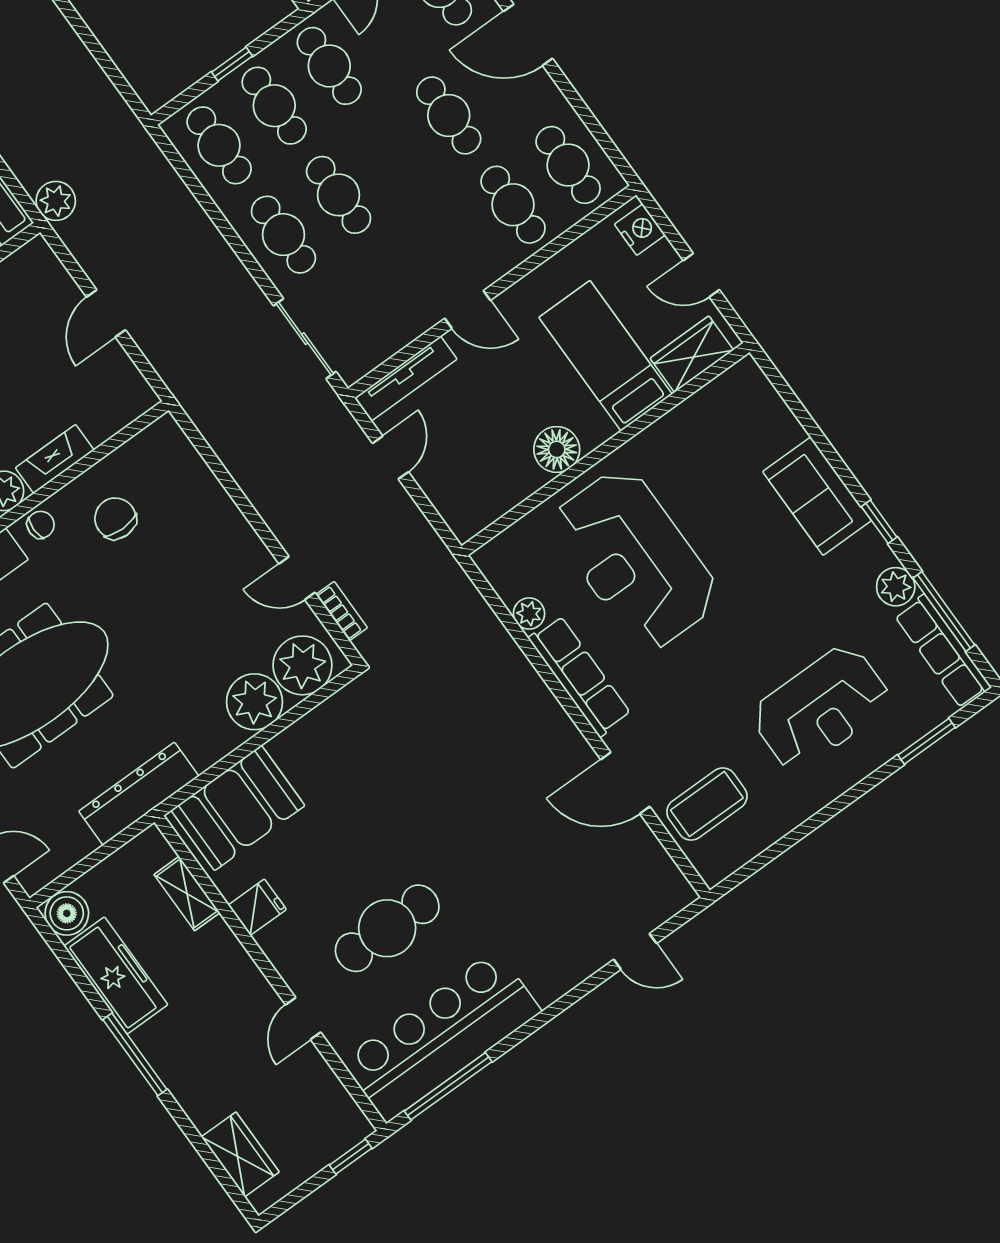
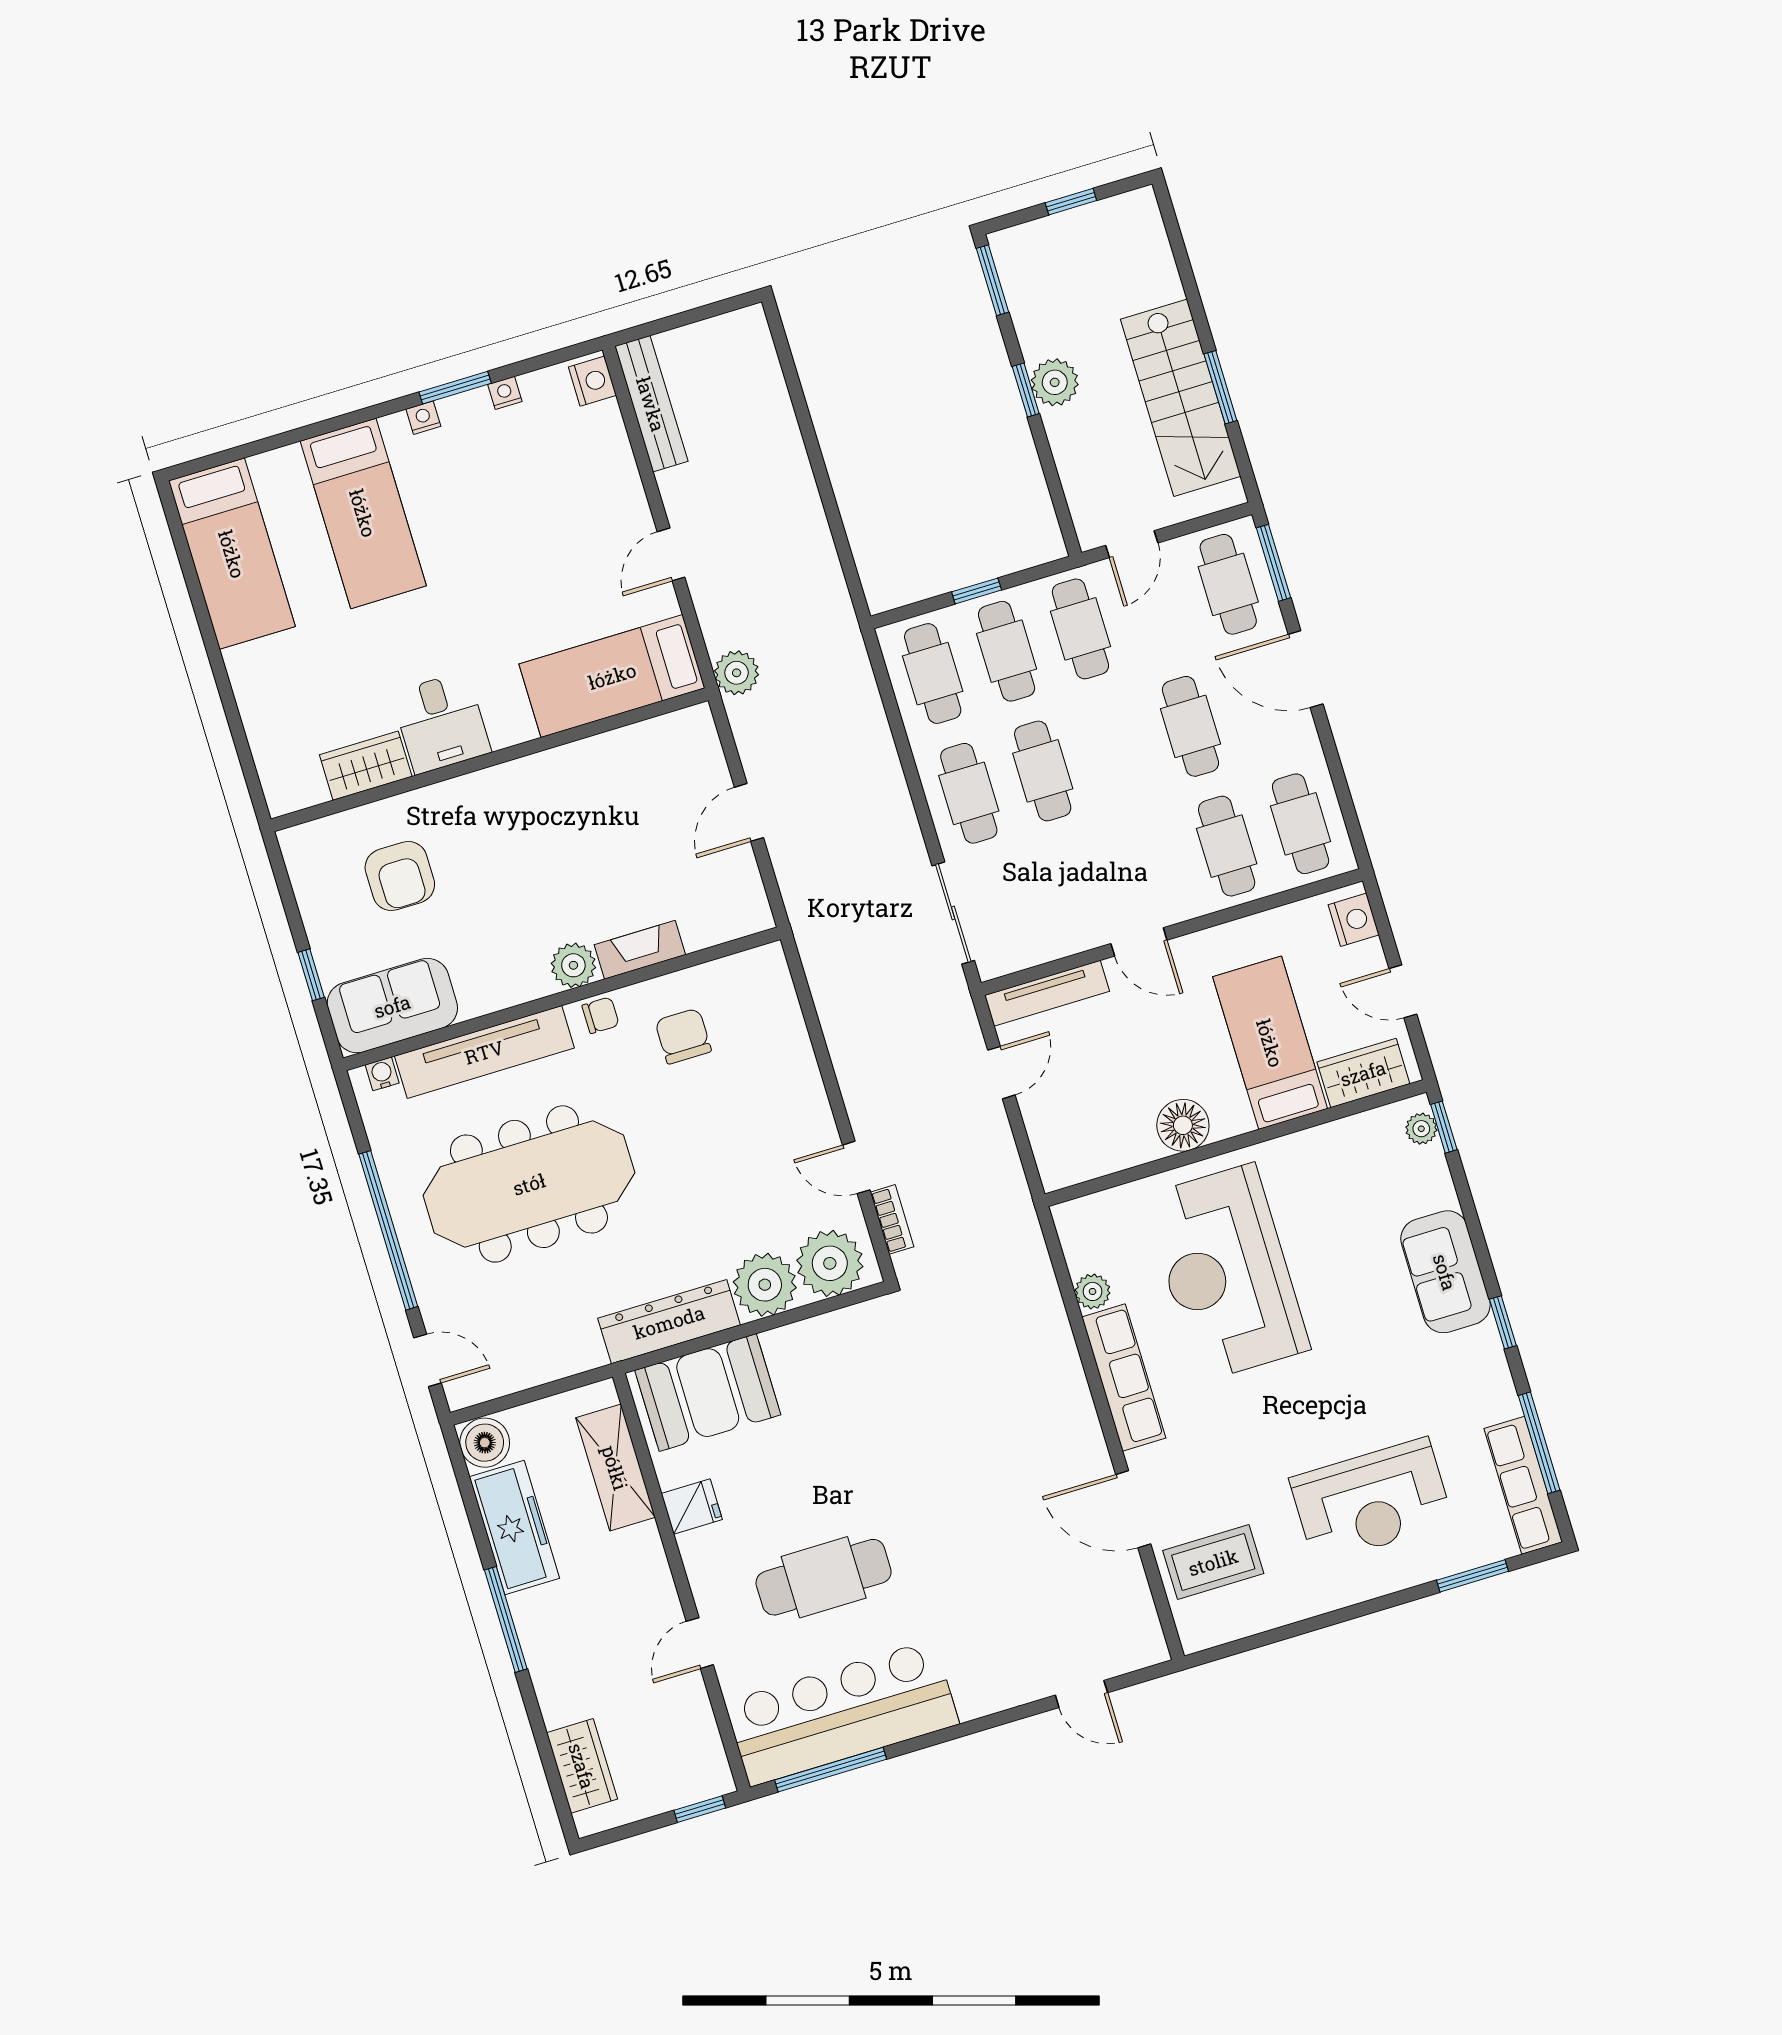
window: (774, 376) -> (1444, 1127), added
plant: (896, 587) -> (1421, 1129), moved, width x0.73, depth x0.73
dresser: (139, 794) -> (669, 1322), moved
shelving: (187, 894) -> (615, 1468), width x1.50, depth x1.33

